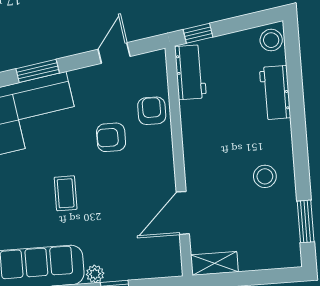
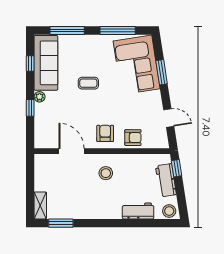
workbench: (190, 72) -> (166, 180), moved, turned 81
armchair: (111, 137) -> (105, 133), moved
stool: (265, 176) -> (106, 173), moved
shelving: (214, 263) -> (40, 205), moved

